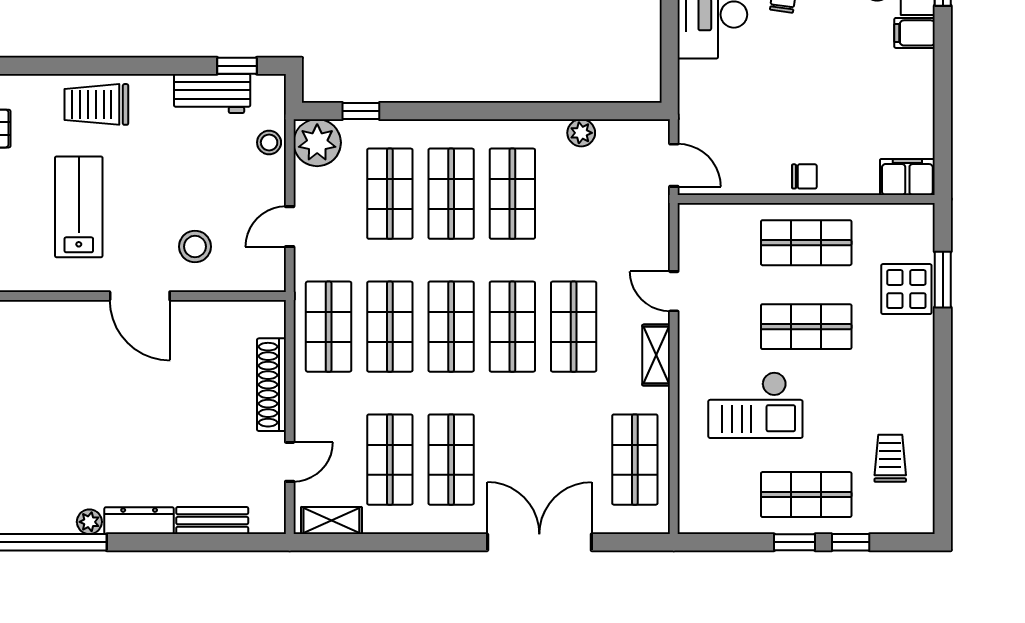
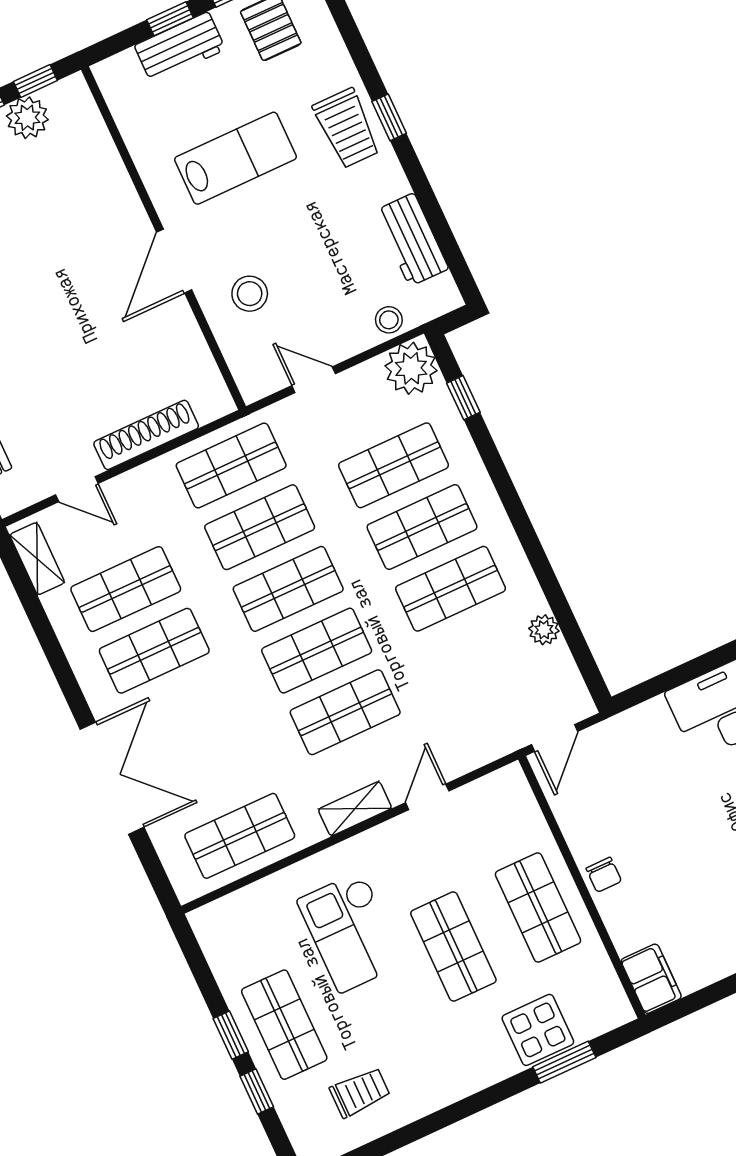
window: (237, 66) -> (389, 117), moved
trolley: (96, 104) -> (347, 128), turned 180

